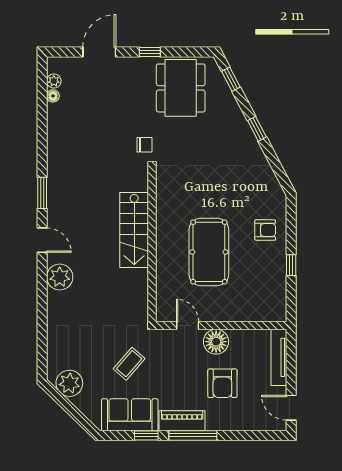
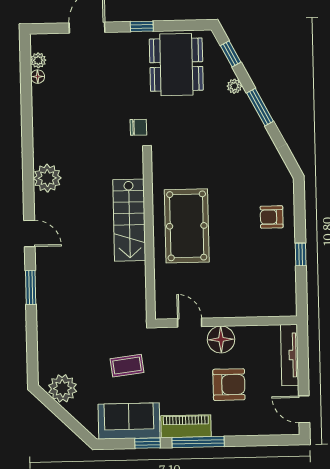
plant: (234, 109) -> (234, 86), added
window: (257, 129) -> (260, 107), width x1.50
window: (42, 193) -> (31, 287), moved
armchair: (265, 230) -> (272, 217), turned 180
pool table: (209, 252) -> (187, 226), moved
plant: (60, 277) -> (47, 178), moved
coffee table: (129, 364) -> (127, 366), turned 42
armchair: (222, 383) -> (229, 385), turned -90

